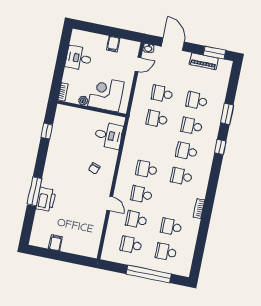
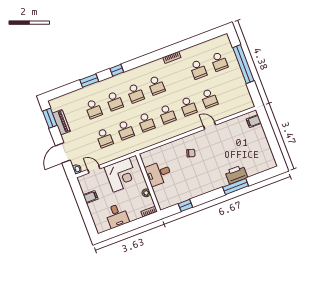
corner desk: (106, 94) -> (121, 175), moved, turned -90
desk: (109, 135) -> (158, 173), moved, turned -90
door: (110, 203) -> (210, 125), hinge flipped
filing cabinet: (56, 243) -> (254, 121), moved
school desk: (131, 245) -> (146, 122), moved

